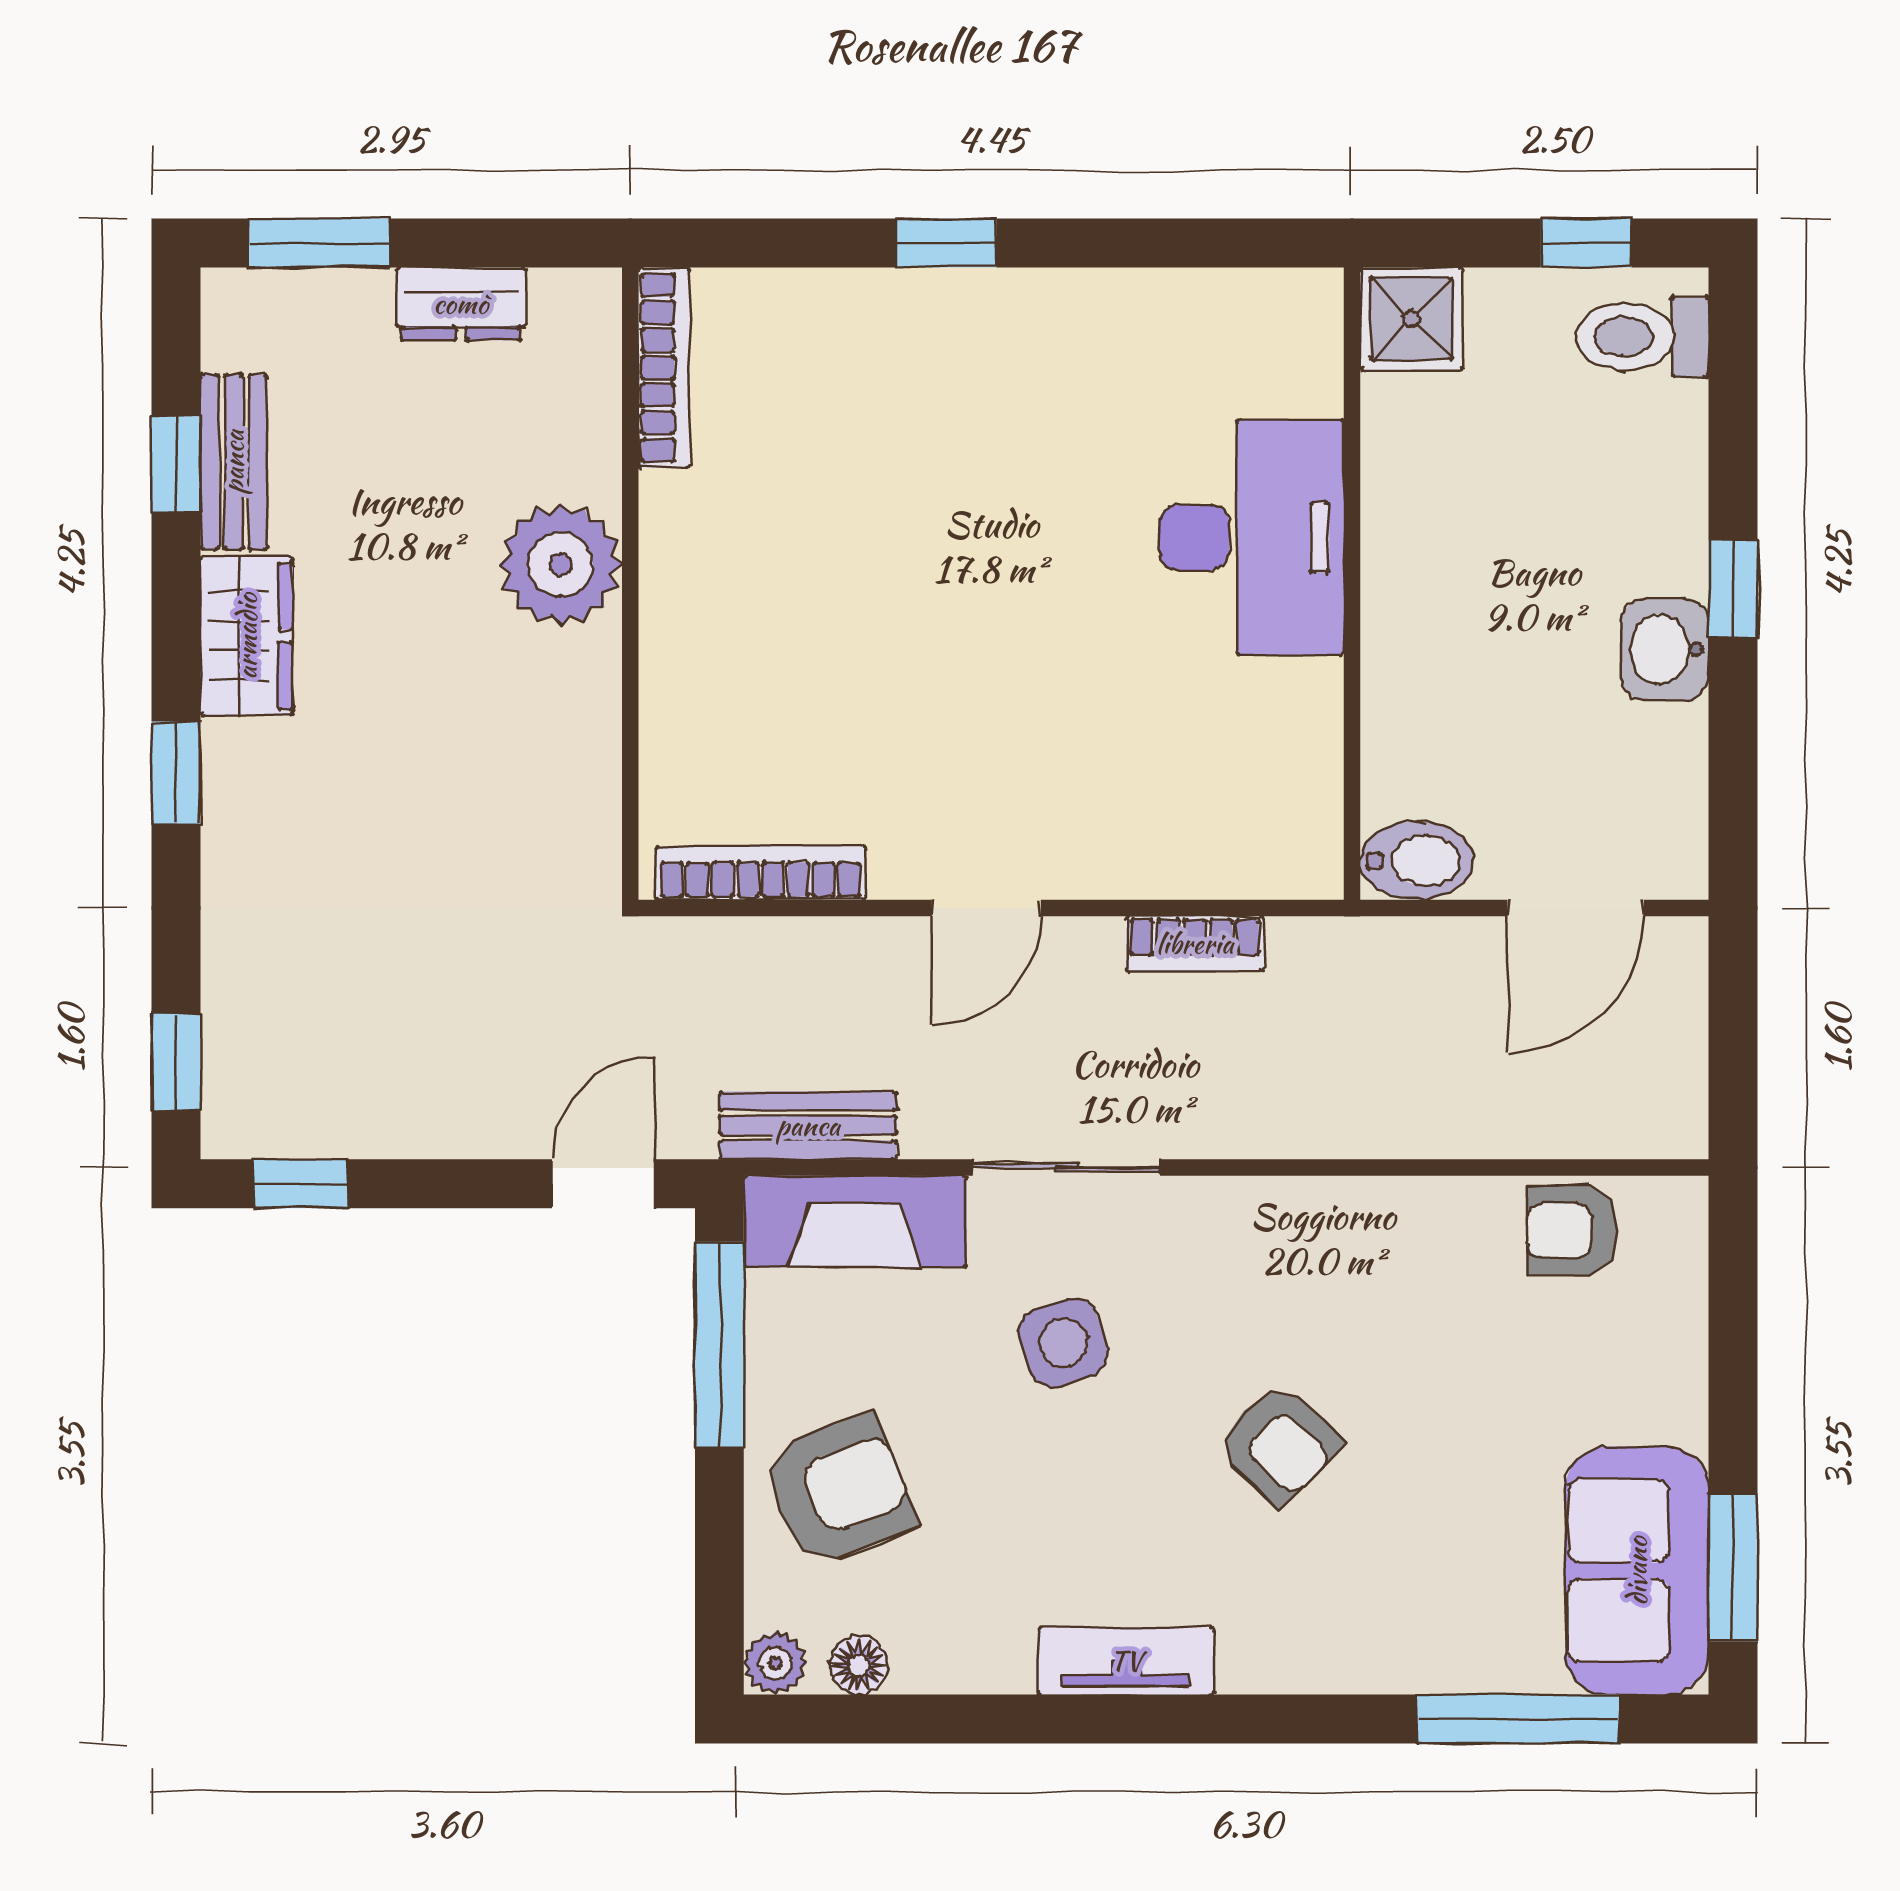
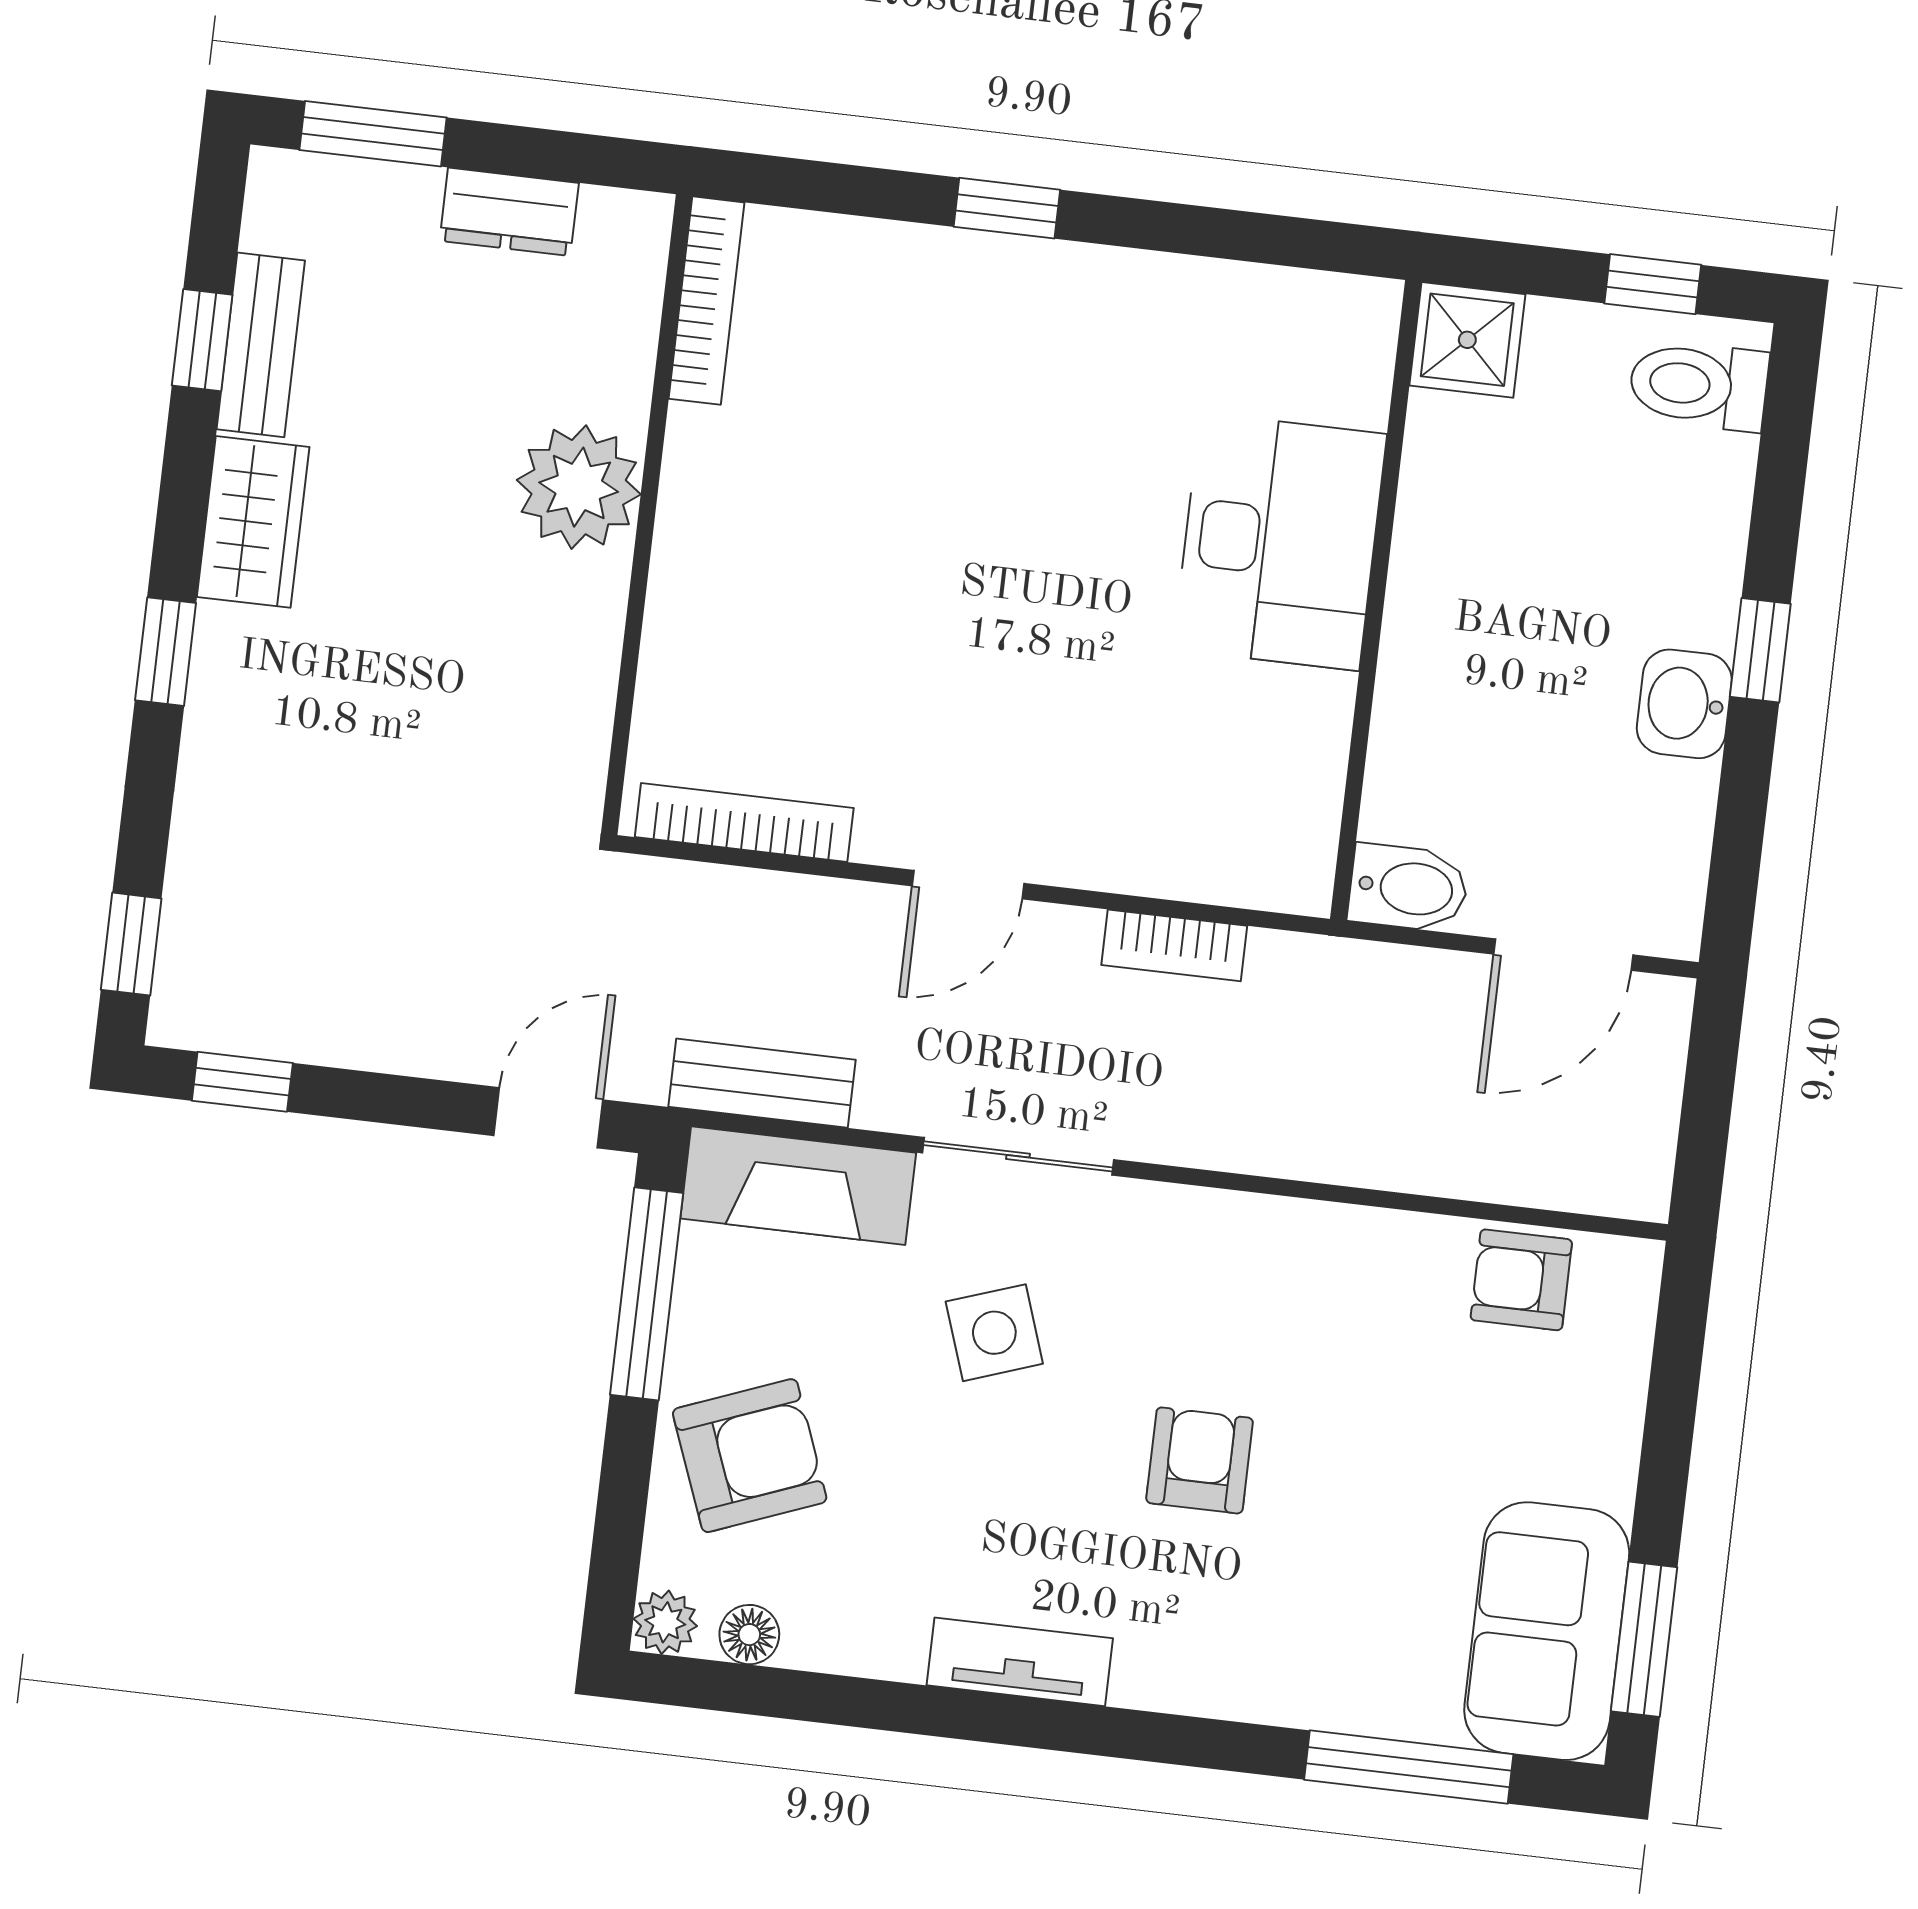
armchair: (1278, 1444) -> (1200, 1460), turned -134

